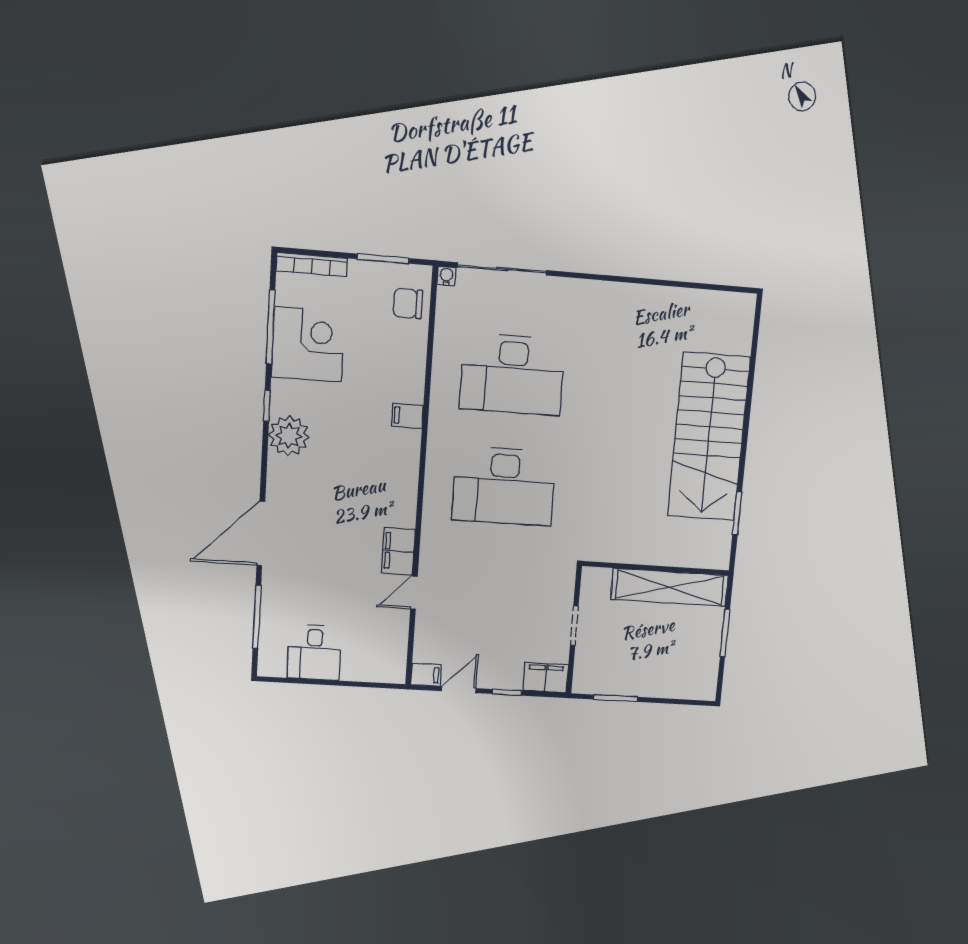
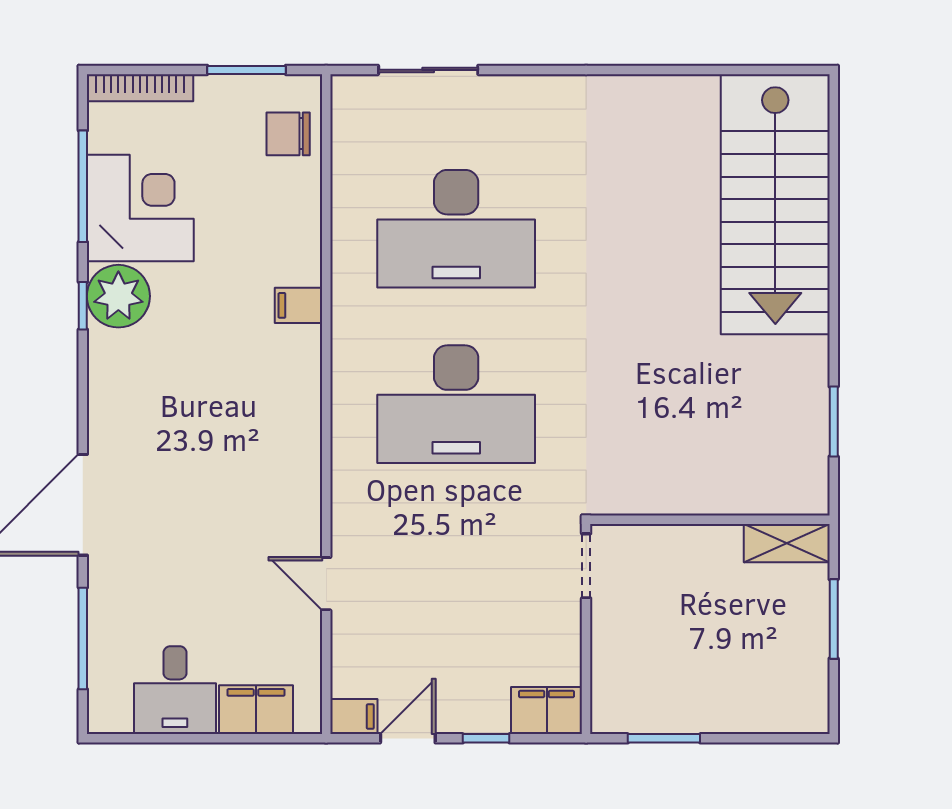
sliding door: (502, 269) -> (428, 70), width x0.73
water cooler: (446, 276) -> (344, 88), removed
plant: (289, 436) -> (118, 296), moved
stairs: (709, 437) -> (775, 204), moved
filing cabinet: (398, 551) -> (256, 710), moved, turned 90
shelving: (670, 587) -> (787, 543), width x0.45, depth x0.75
door: (414, 593) -> (326, 584), hinge flipped
doorway: (574, 626) -> (586, 566), moved

